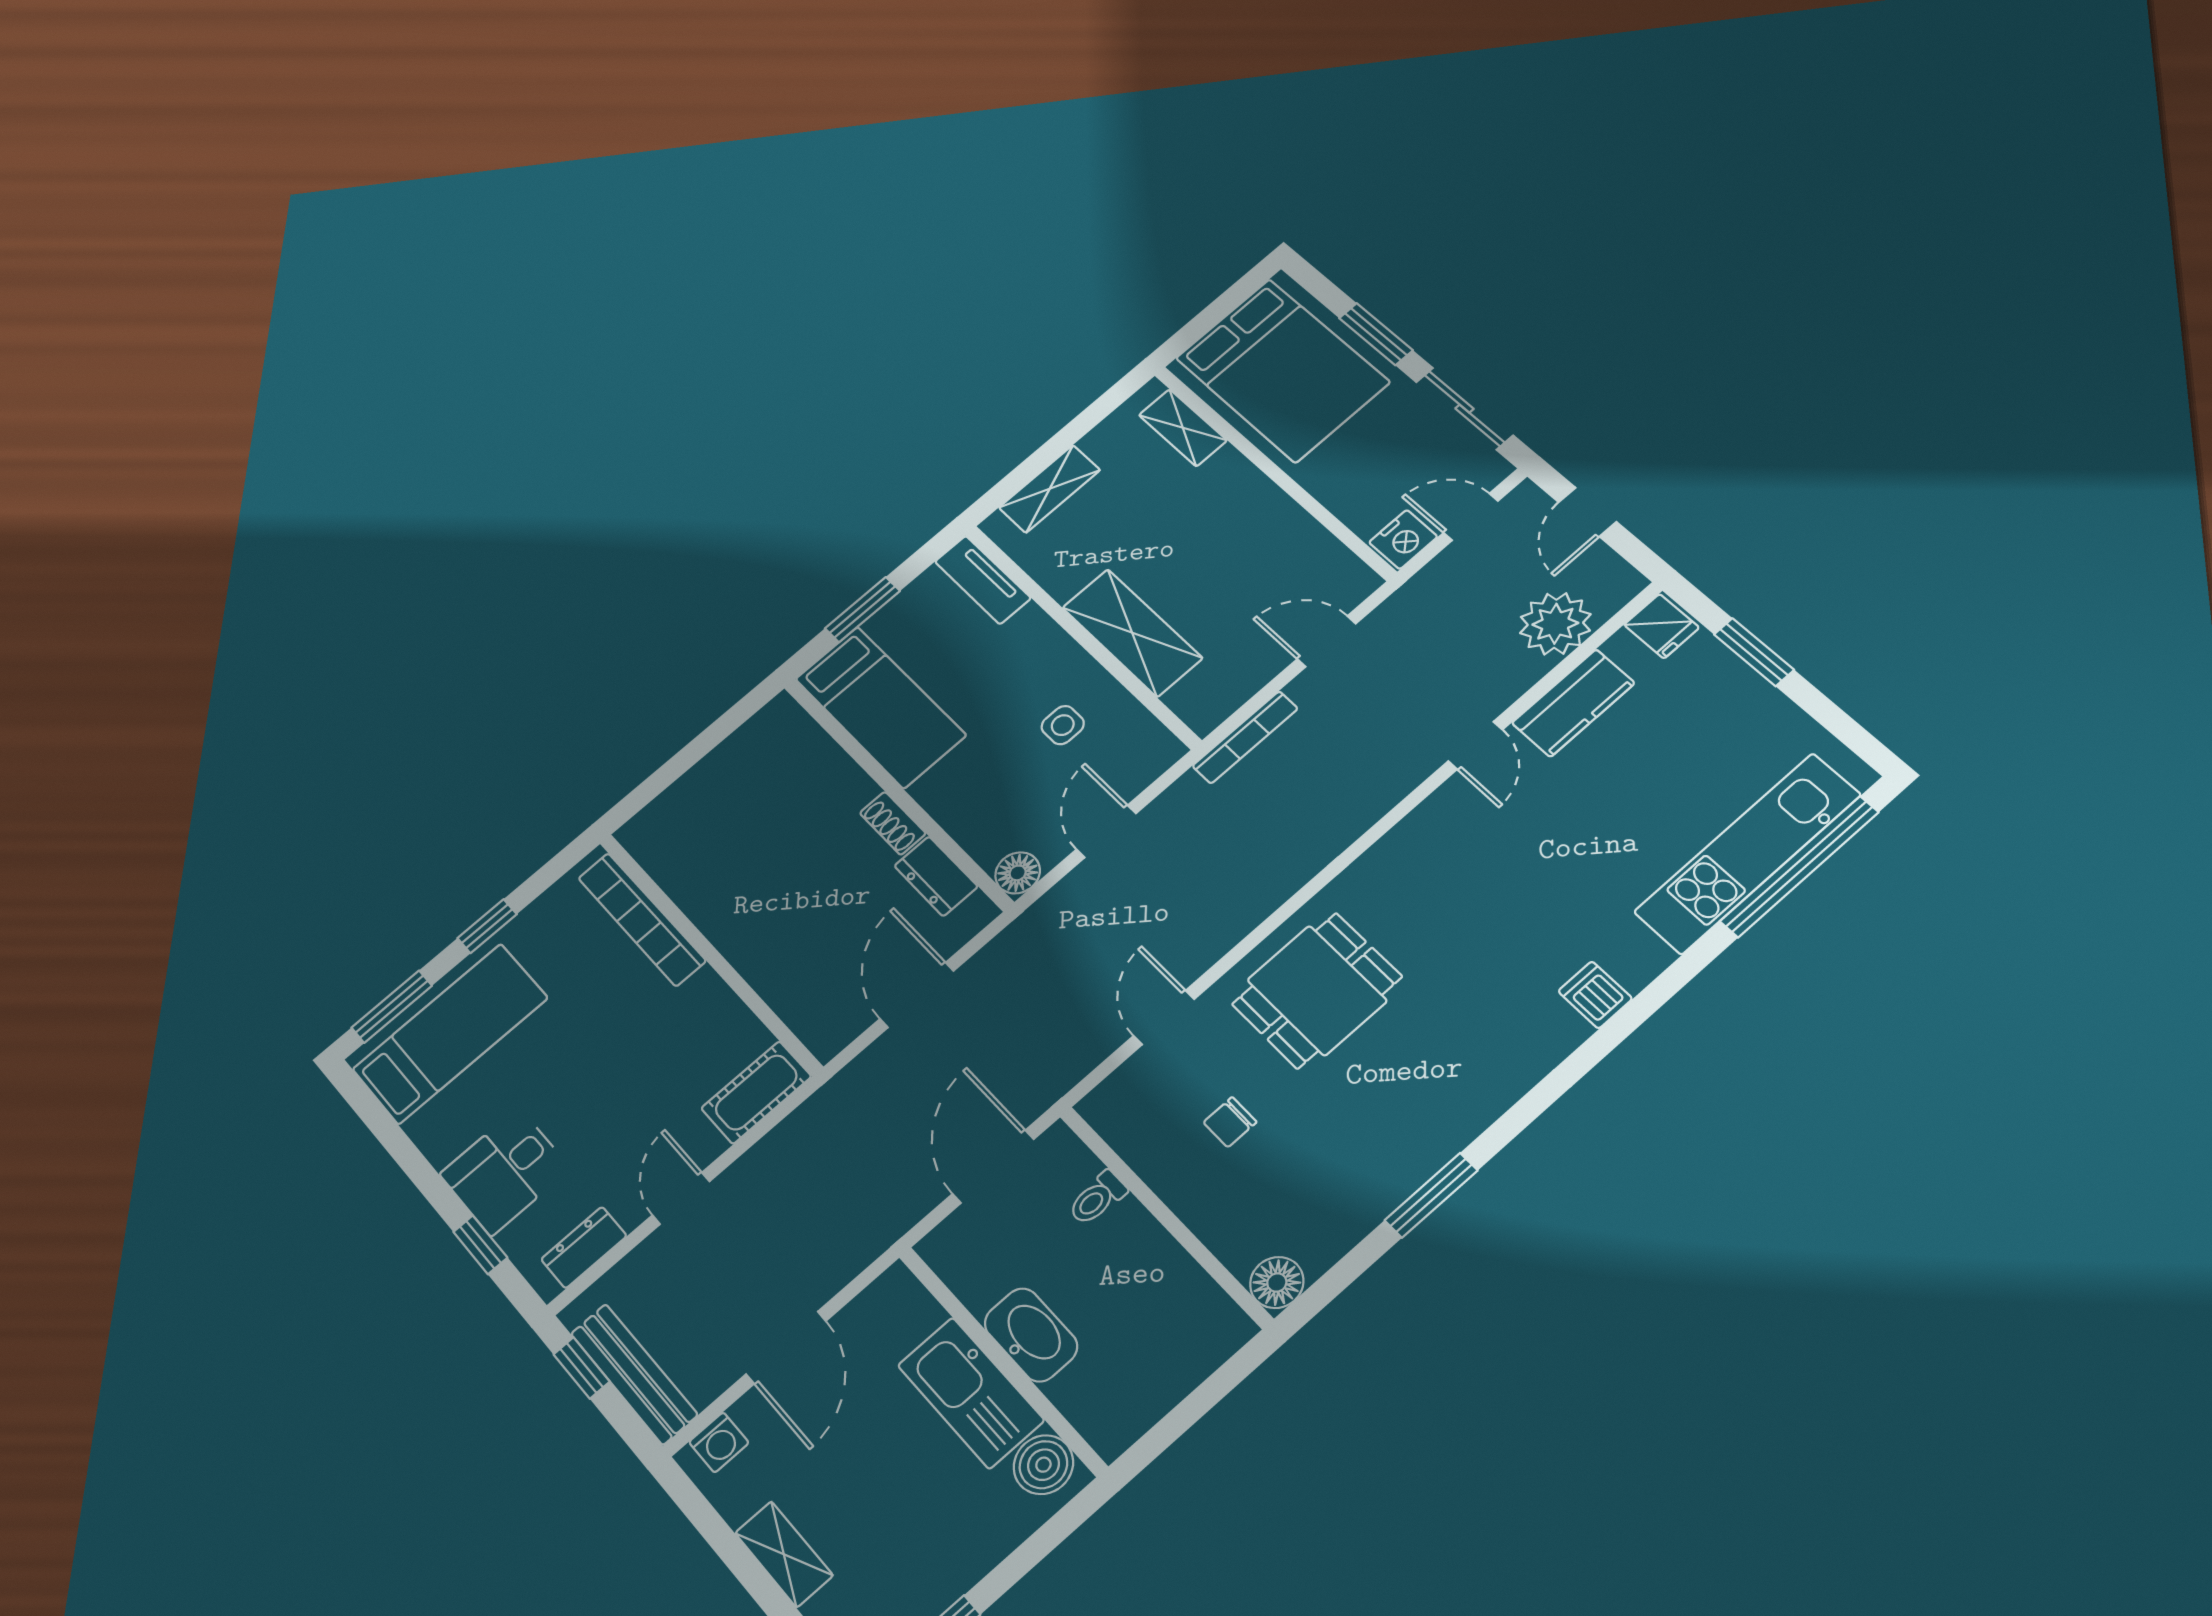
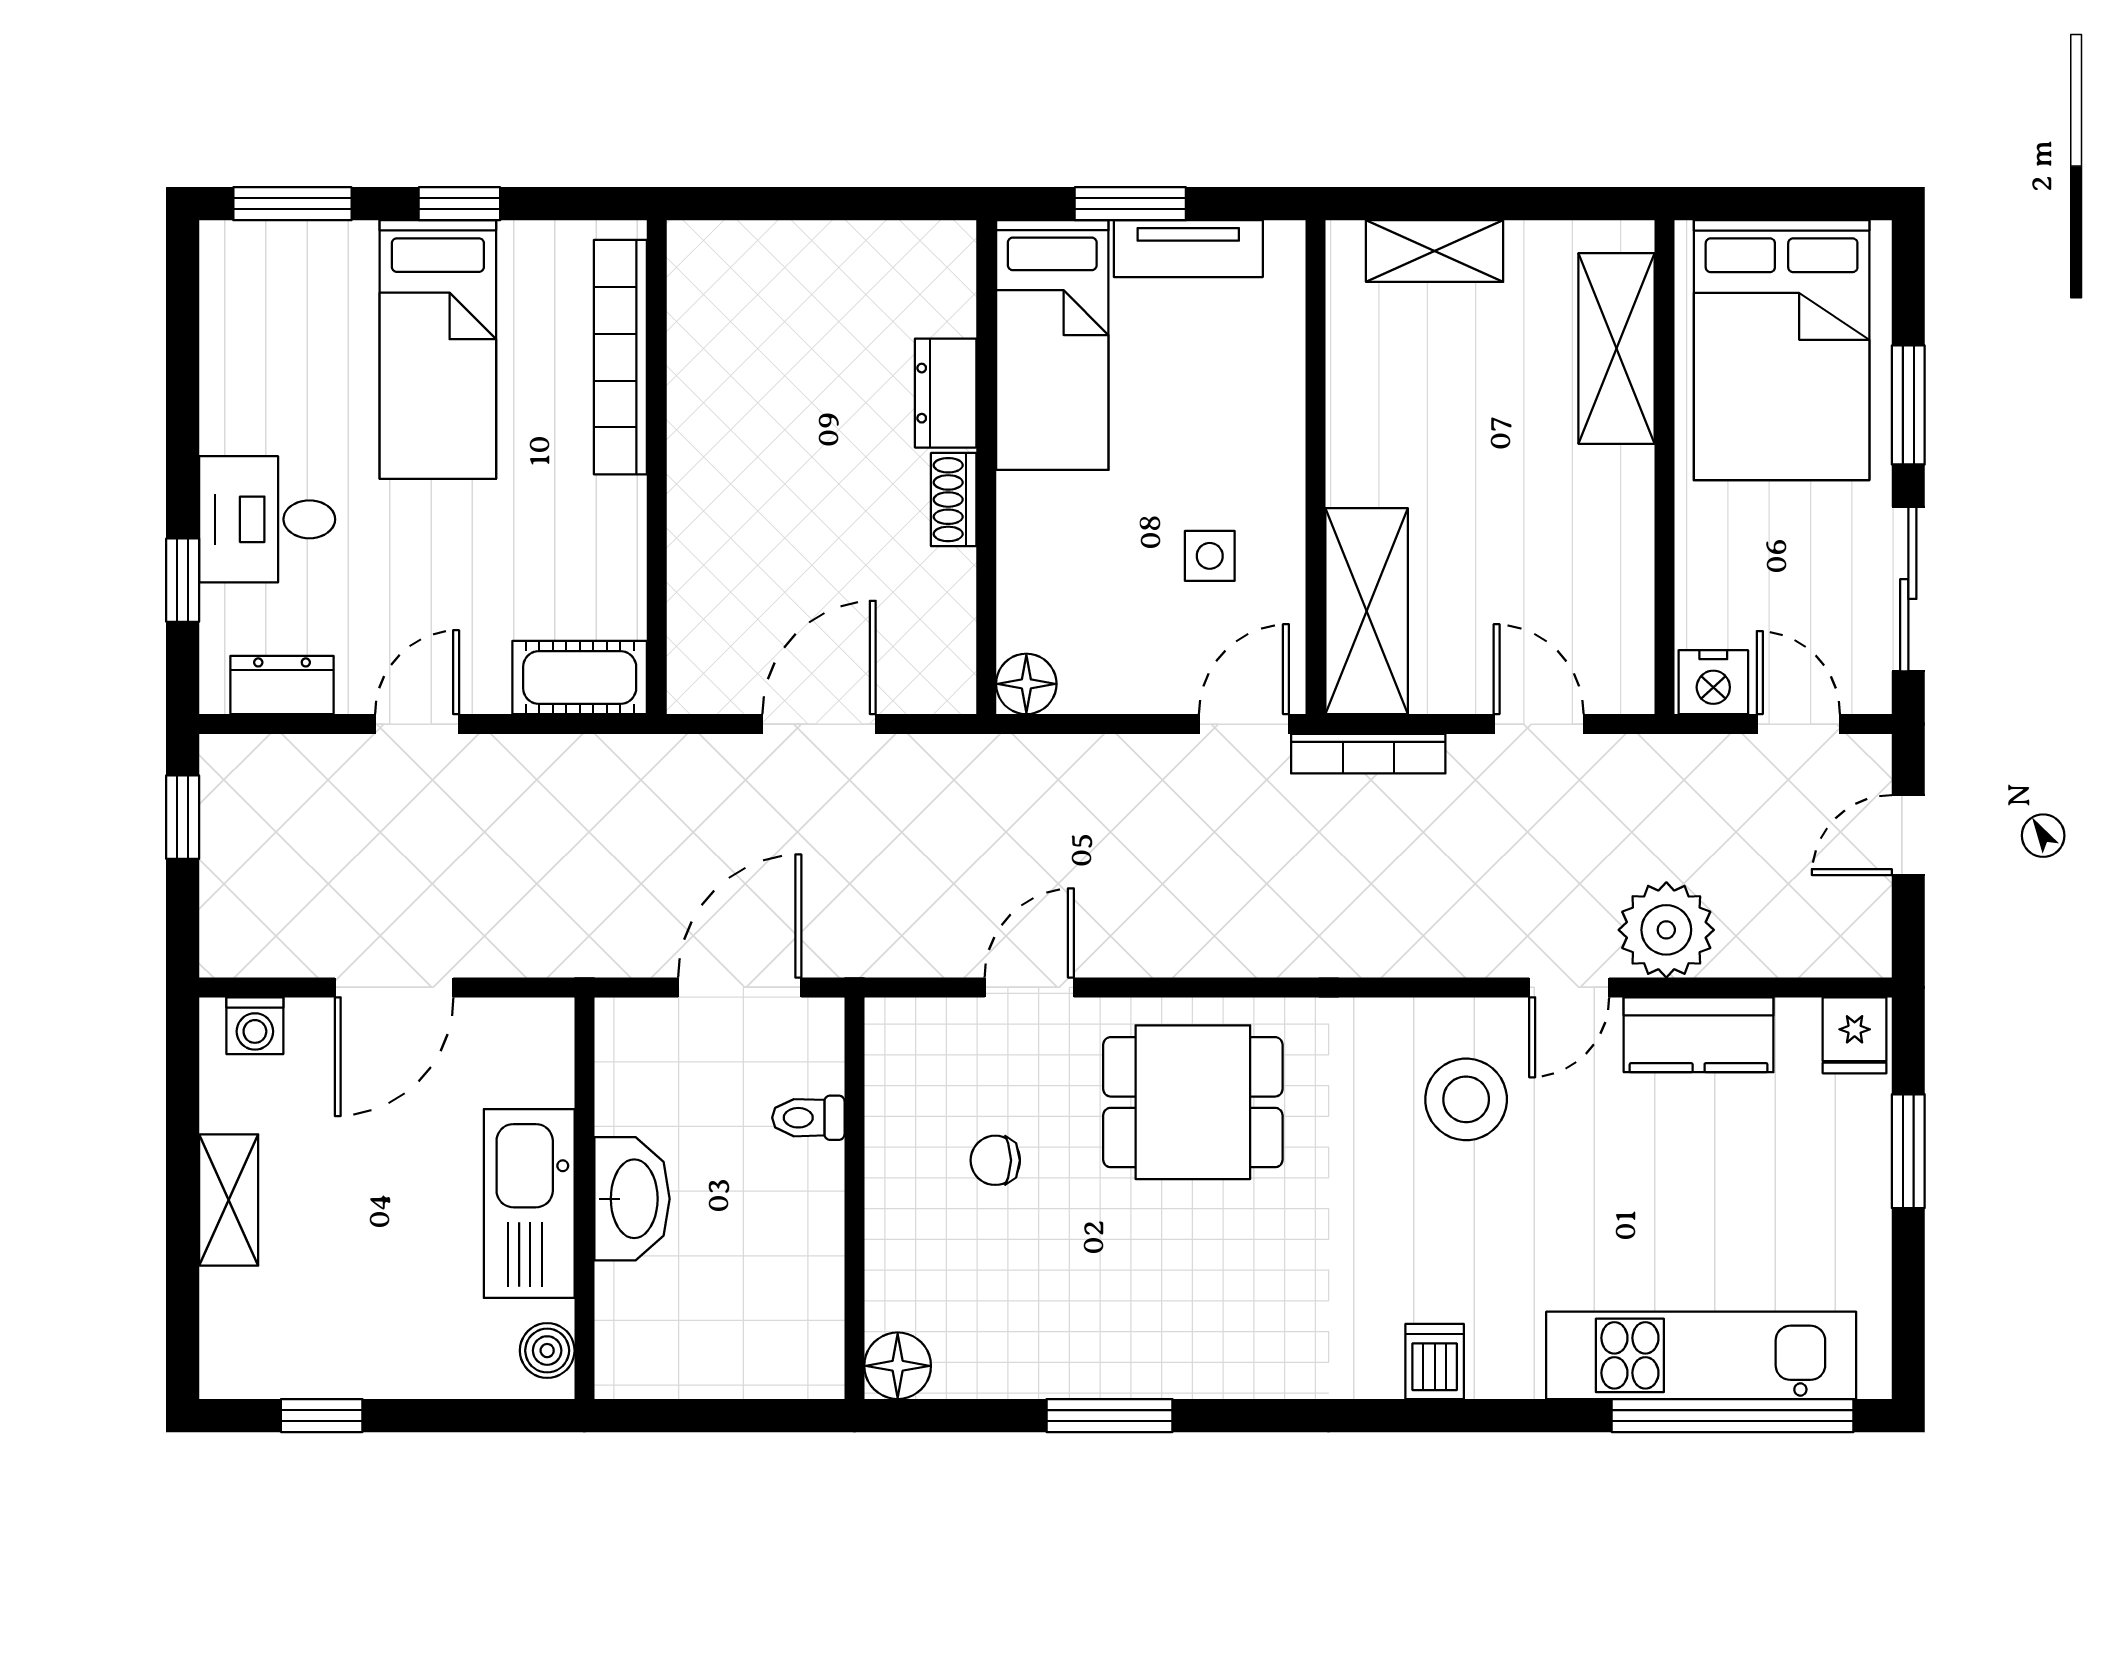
shelving: (1183, 428) -> (1617, 348), width x1.50, depth x1.33
tv unit: (983, 580) -> (1188, 249), moved, turned -90
plant: (1555, 624) -> (1666, 930), moved
shelving: (1132, 633) -> (1367, 611), moved
door: (1106, 831) -> (1244, 724), moved
stool: (1474, 850) -> (1466, 1099), added
dresser: (936, 876) -> (946, 393), moved
bed: (450, 1034) -> (438, 350), moved, turned 90
bench: (634, 1374) -> (228, 873), removed
boiler: (1043, 1465) -> (547, 1351), width x0.73, depth x0.73

